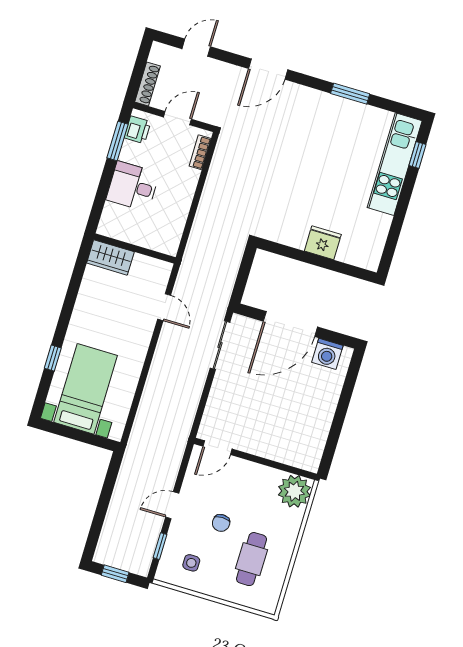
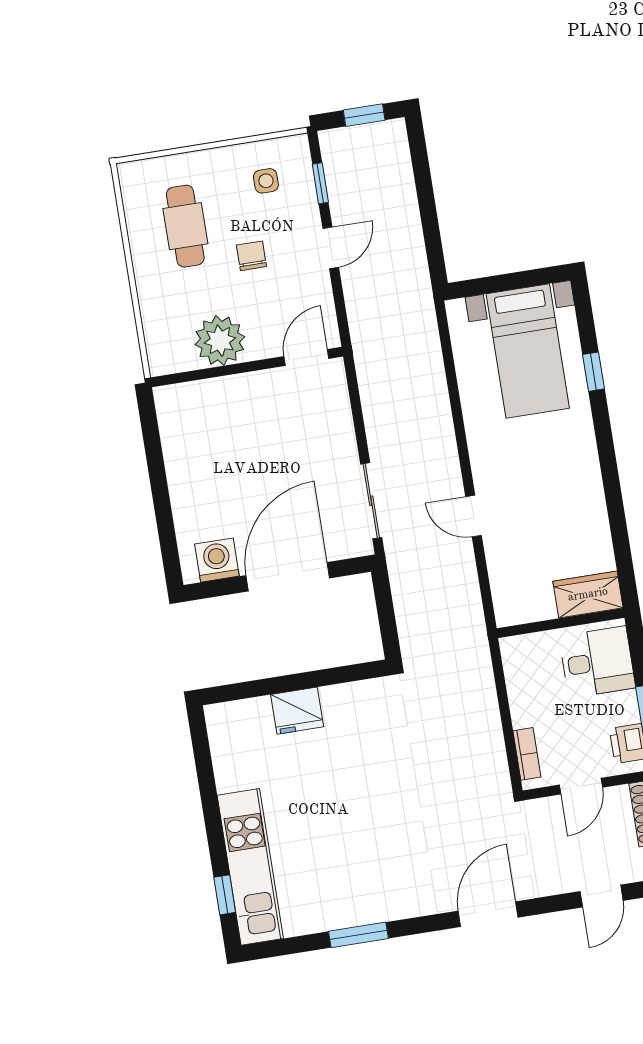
wall: (135, 249) -> (561, 623), moved
wardrobe: (110, 257) -> (588, 594), moved
plant: (294, 491) -> (220, 341), moved

